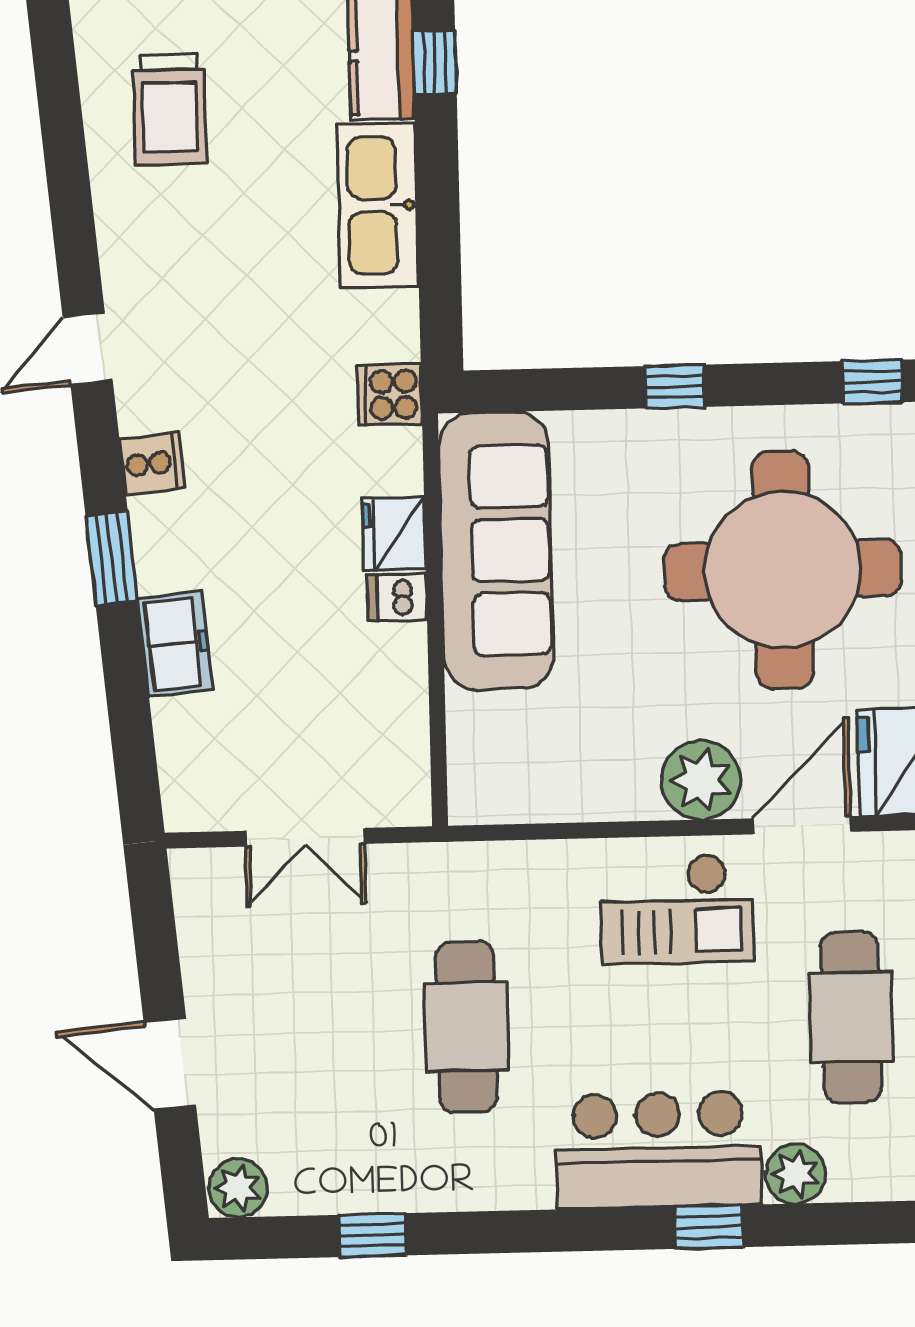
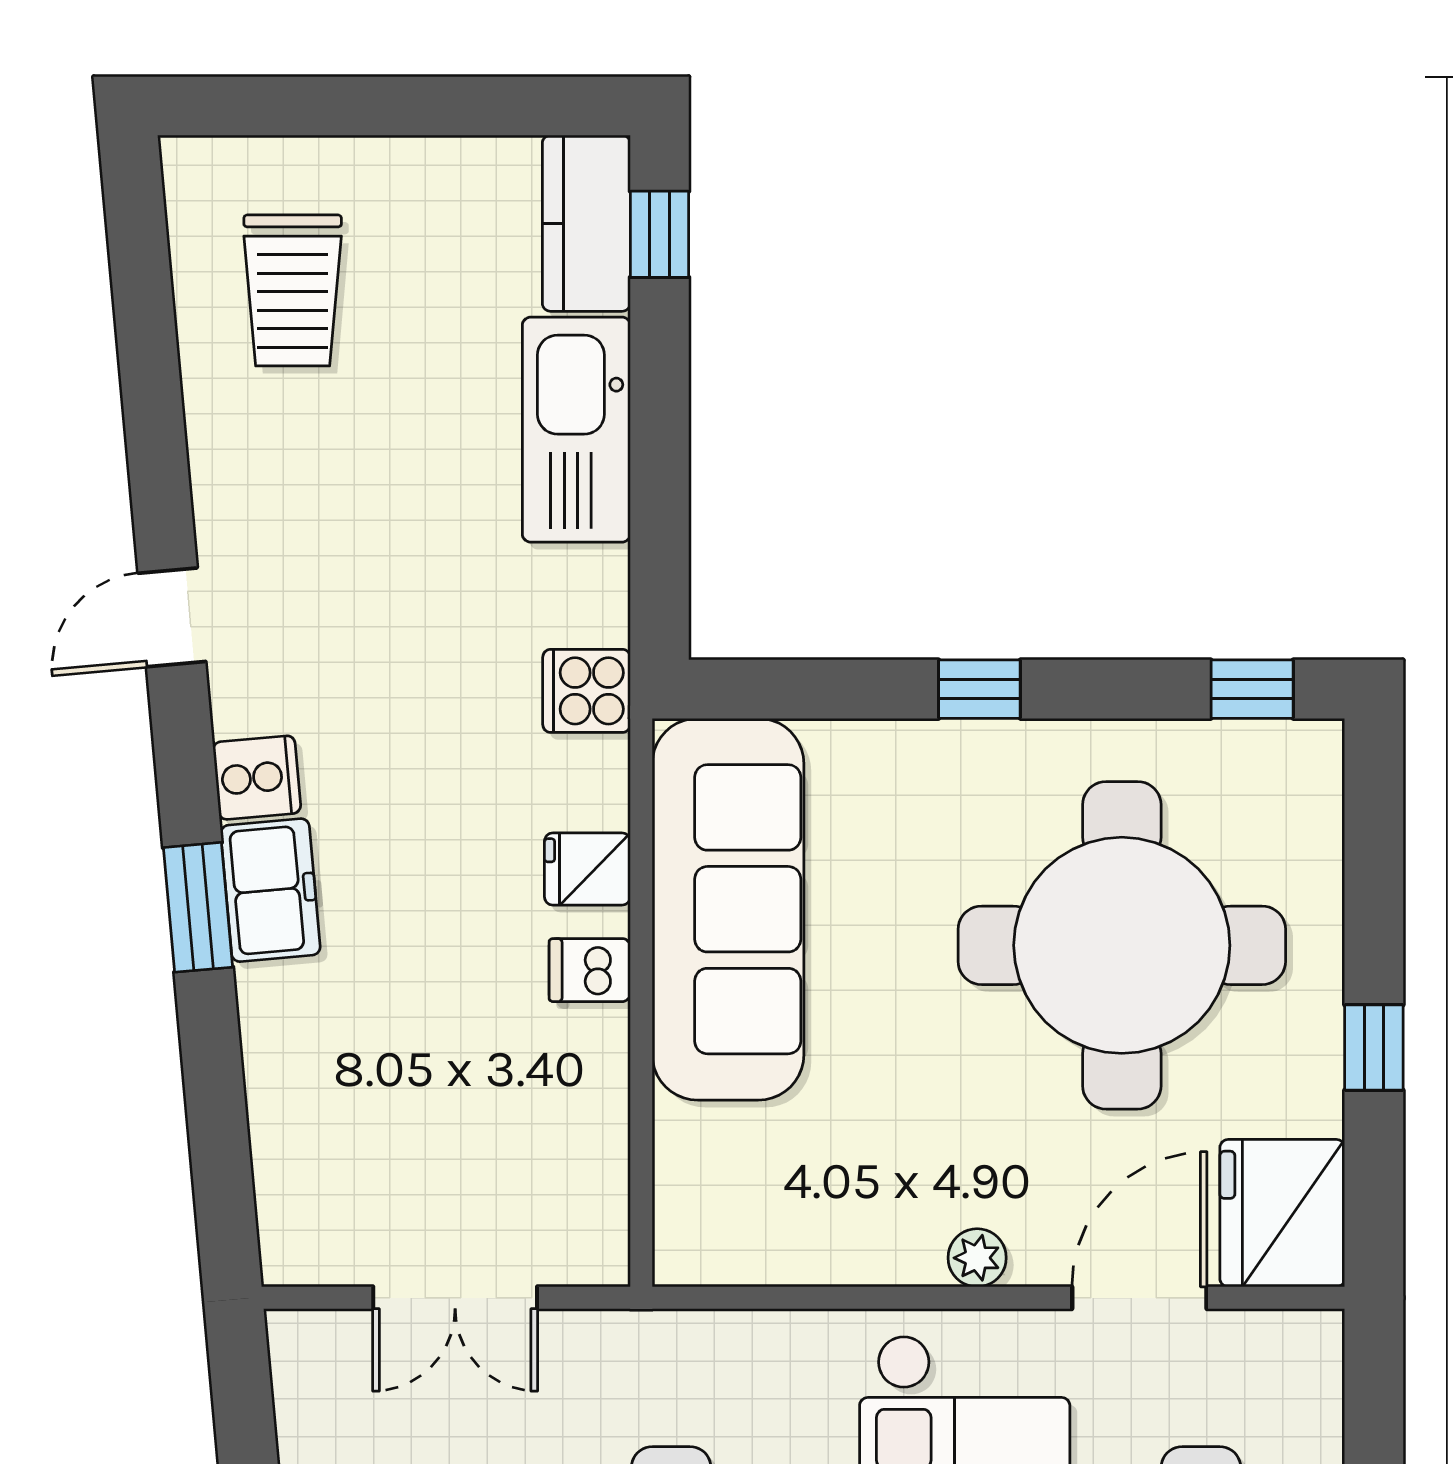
fridge: (394, 534) -> (587, 869), width x0.72
freezer: (175, 644) -> (270, 890), moved
plant: (701, 780) -> (977, 1258), width x0.53, depth x0.53

